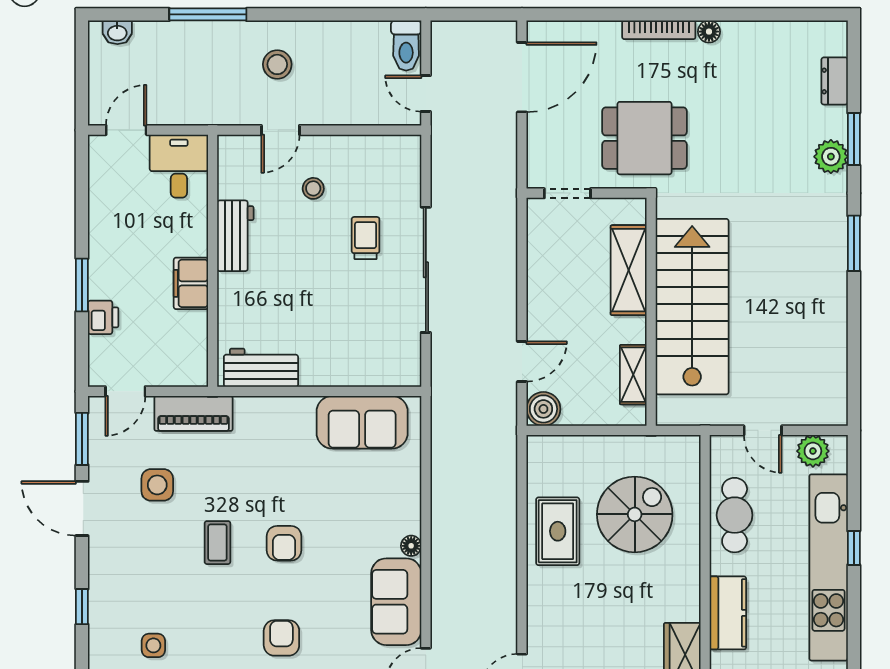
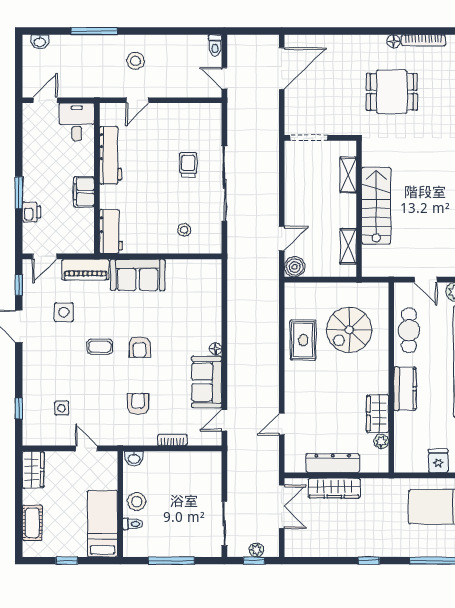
bookcase: (659, 30) -> (424, 40), moved
toilet: (406, 46) -> (215, 46), width x0.73, depth x0.72
dining table: (645, 138) -> (392, 92), moved
stool: (313, 188) -> (184, 230), moved
doorway: (567, 193) -> (309, 138), width x1.38
workbench: (235, 236) -> (110, 155), width x1.38
shelving: (629, 270) -> (348, 175), width x0.67, depth x0.75
stairs: (692, 307) -> (376, 206), width x0.73, depth x0.66
workbench: (261, 368) -> (111, 231), moved, turned 90
sofa: (362, 422) -> (138, 275), moved
window: (82, 439) -> (19, 285), width x0.67
spiral stairs: (635, 514) -> (349, 330), turned 180
coffee table: (217, 543) -> (100, 347), turned 90
window: (82, 607) -> (19, 408), moved

